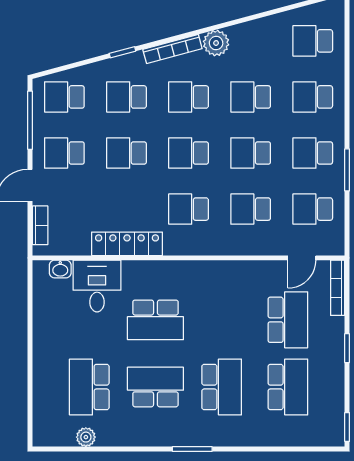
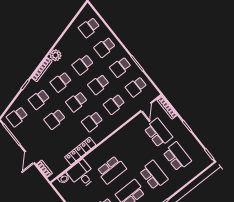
school desk: (64, 153) -> (33, 136), removed

